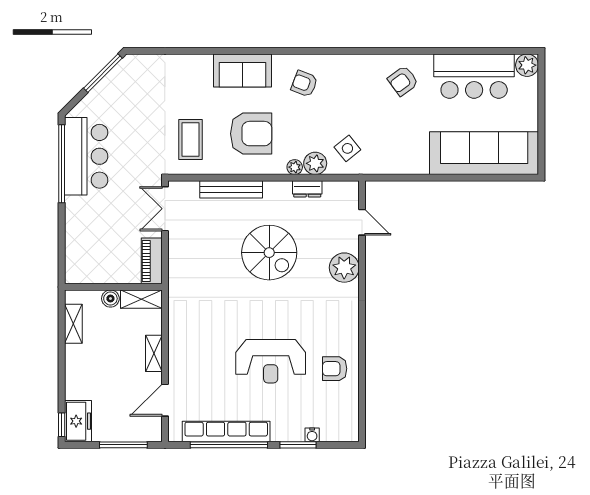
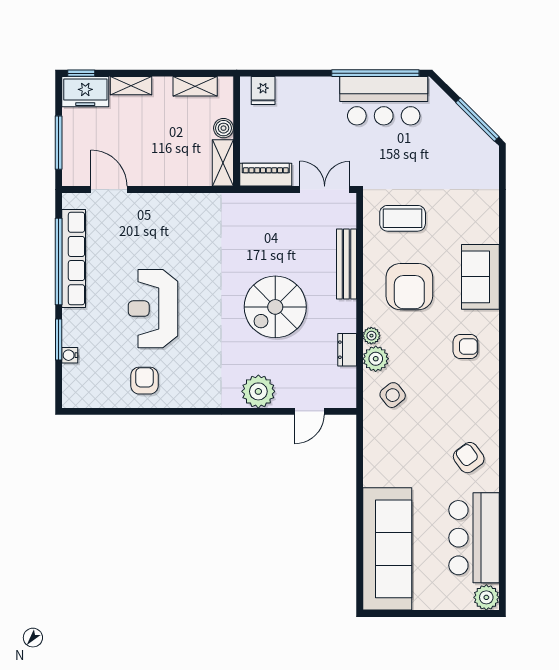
armchair: (304, 84) -> (465, 346), turned 69
fridge: (77, 263) -> (263, 90), added
shelving: (154, 353) -> (131, 86), moved

